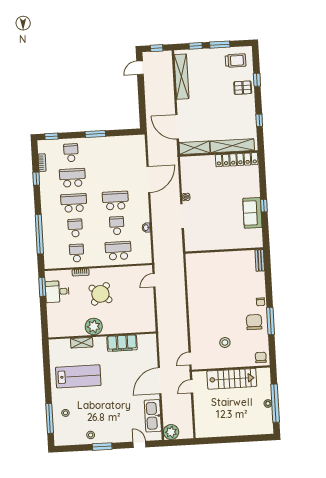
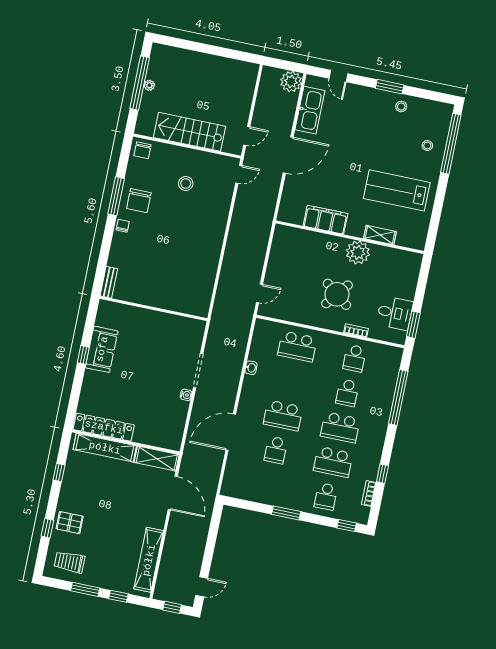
school desk: (117, 226) -> (276, 450), moved
window: (50, 418) -> (451, 144), width x1.46

